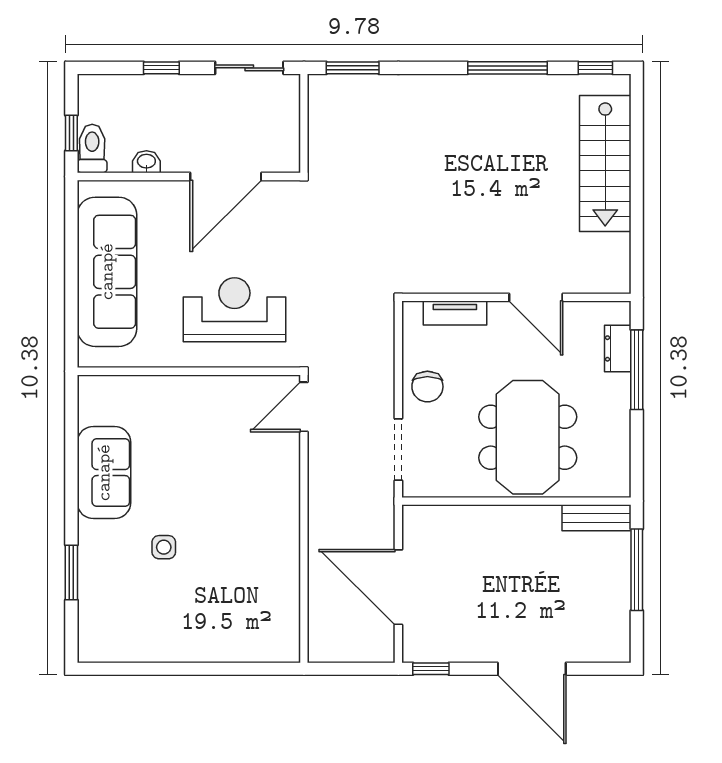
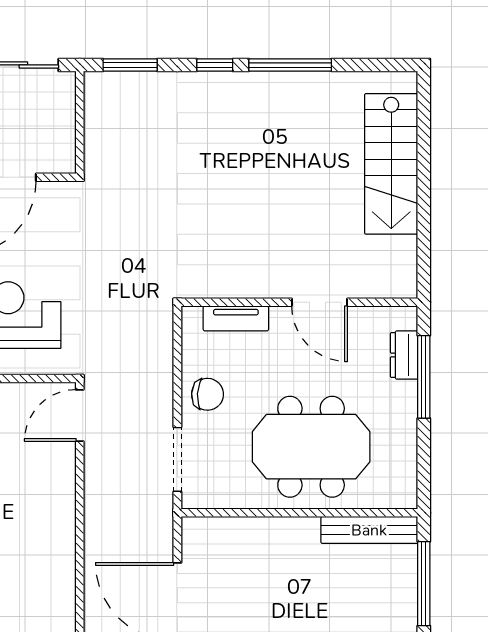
window: (595, 68) -> (215, 65), moved
chair: (427, 387) -> (207, 394), turned -87
meeting table: (528, 437) -> (311, 447), turned 90
bench: (597, 518) -> (369, 530), width x1.36

